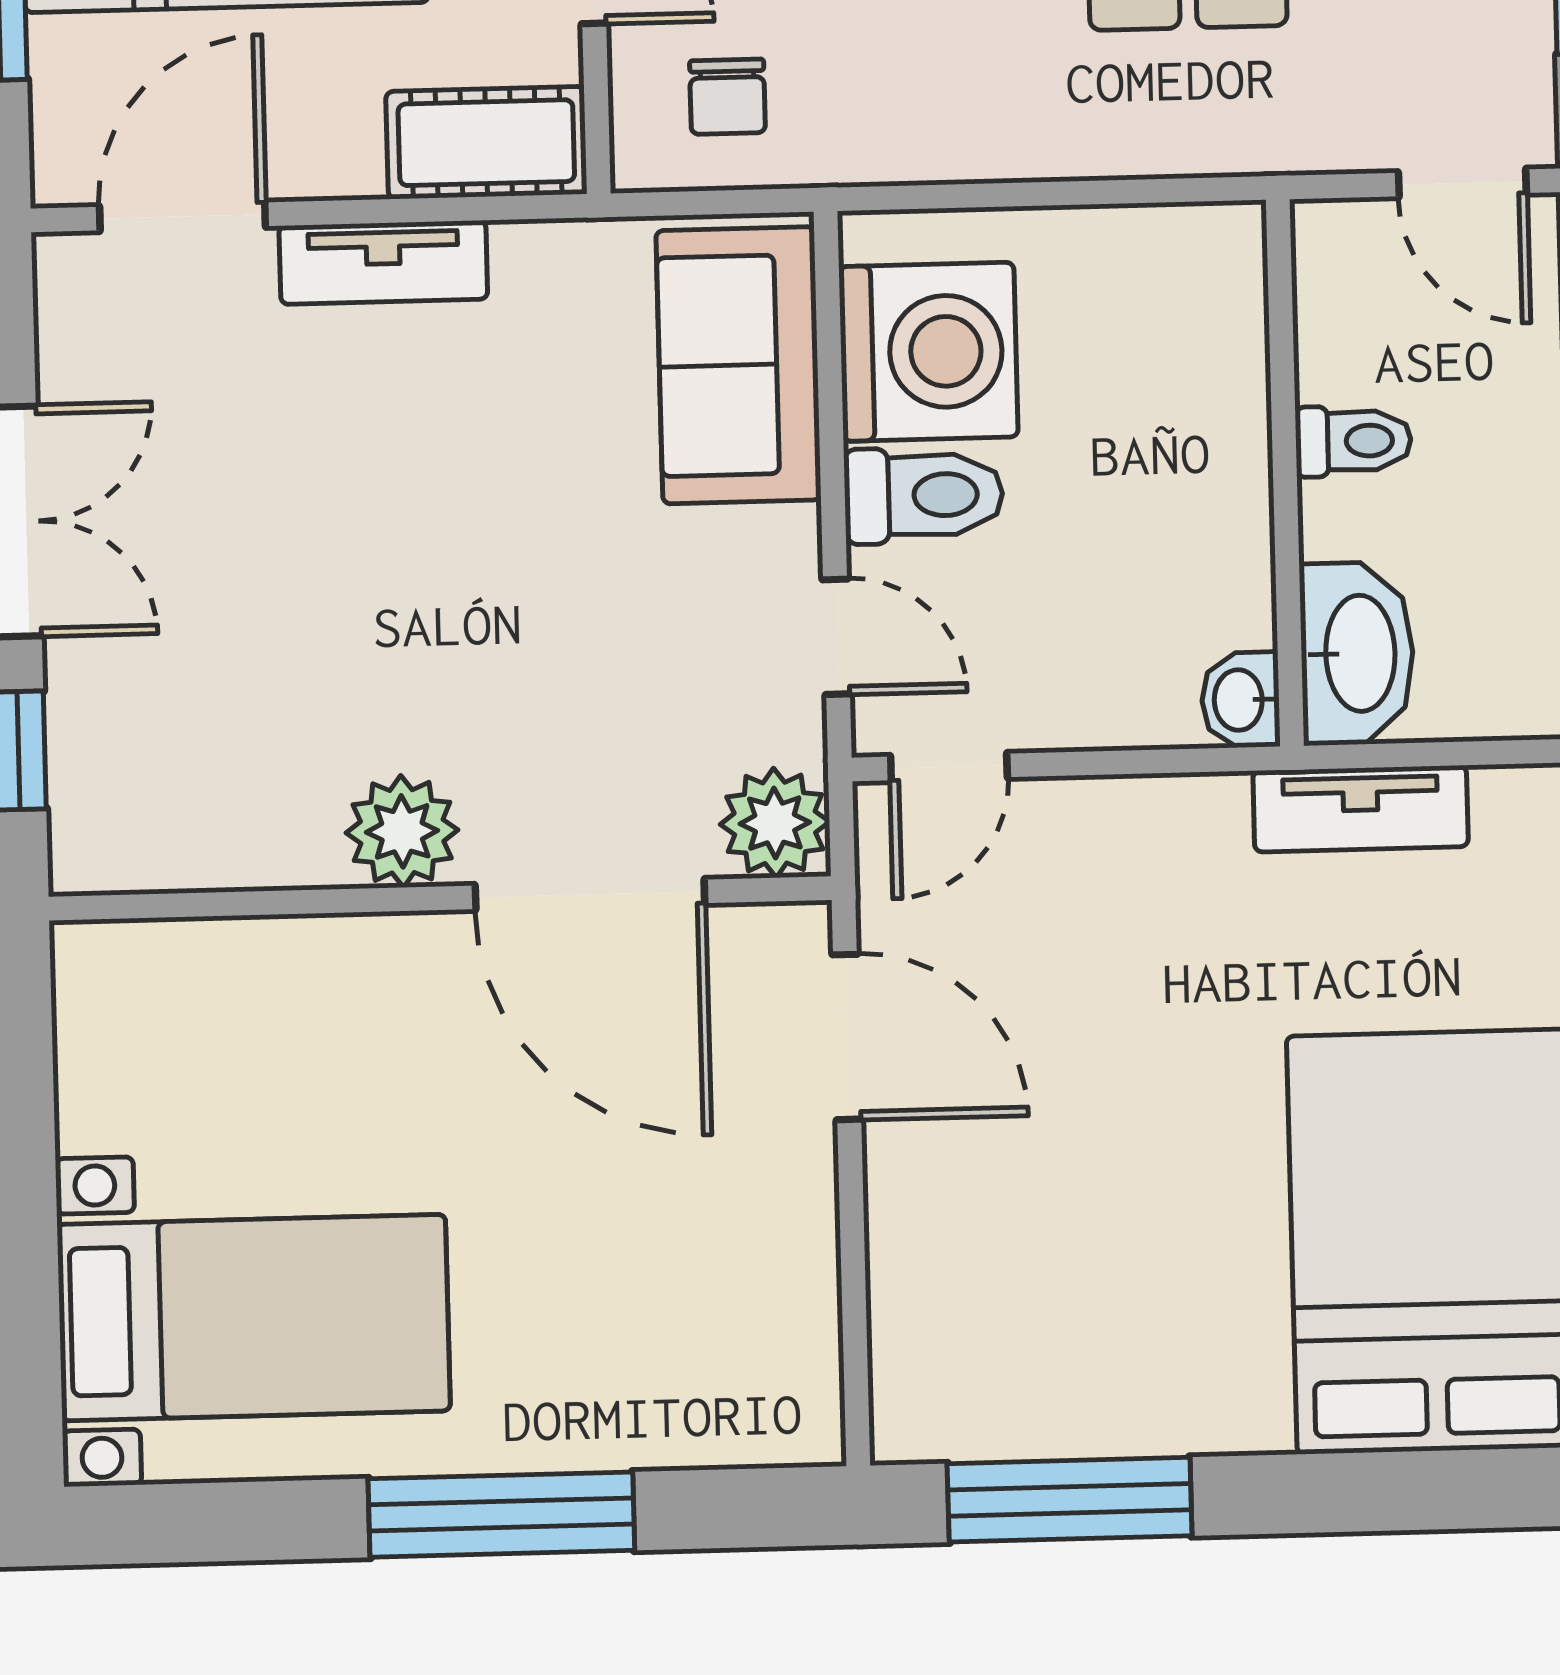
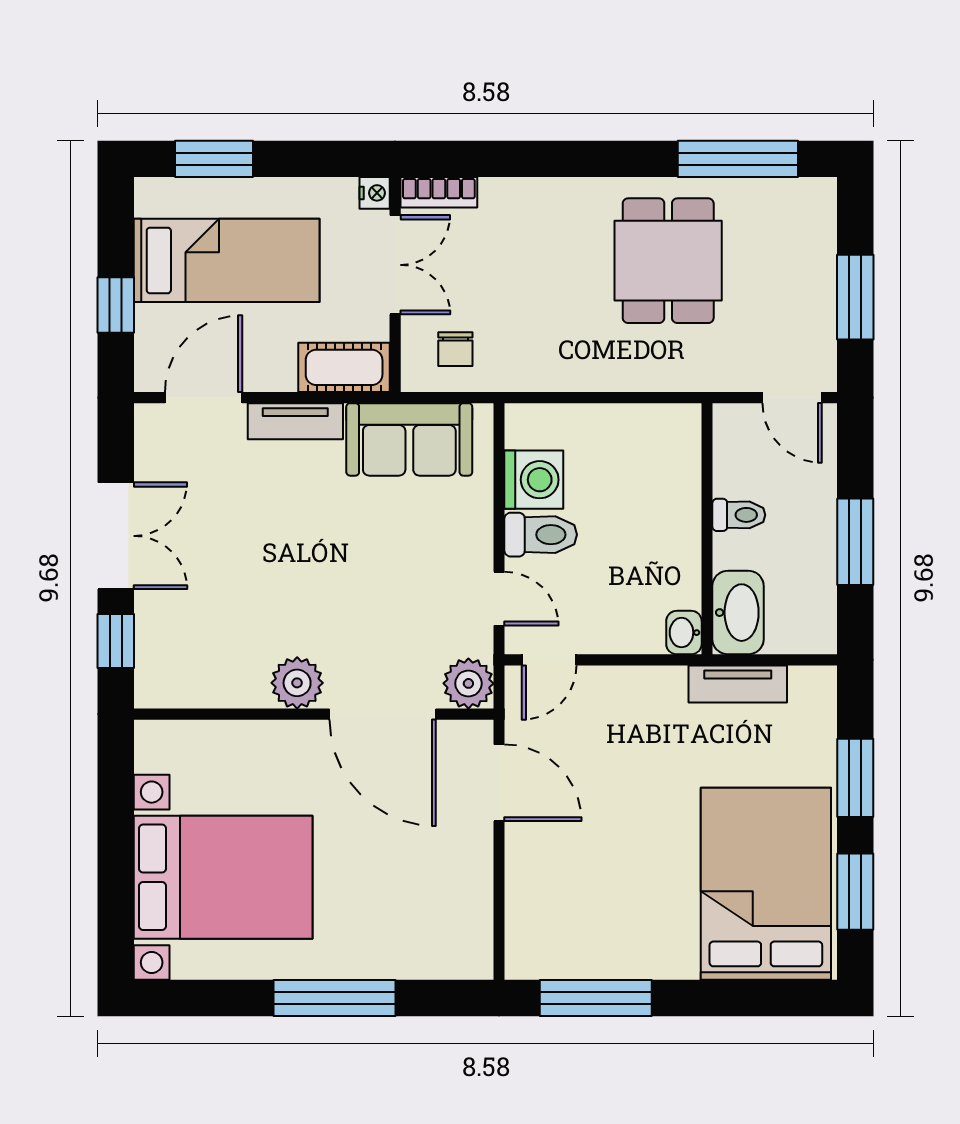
washing machine: (928, 352) -> (534, 480), width x0.73, depth x0.73
sofa: (739, 365) -> (409, 439), moved, turned -90
bed with nightstands: (254, 1318) -> (223, 877), width x1.36

